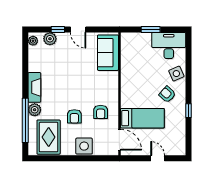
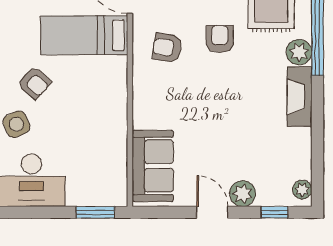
window: (58, 29) -> (275, 212), moved
window: (151, 29) -> (95, 212), moved
plant: (50, 39) -> (243, 194), moved
armchair: (101, 112) -> (167, 48), turned -82

